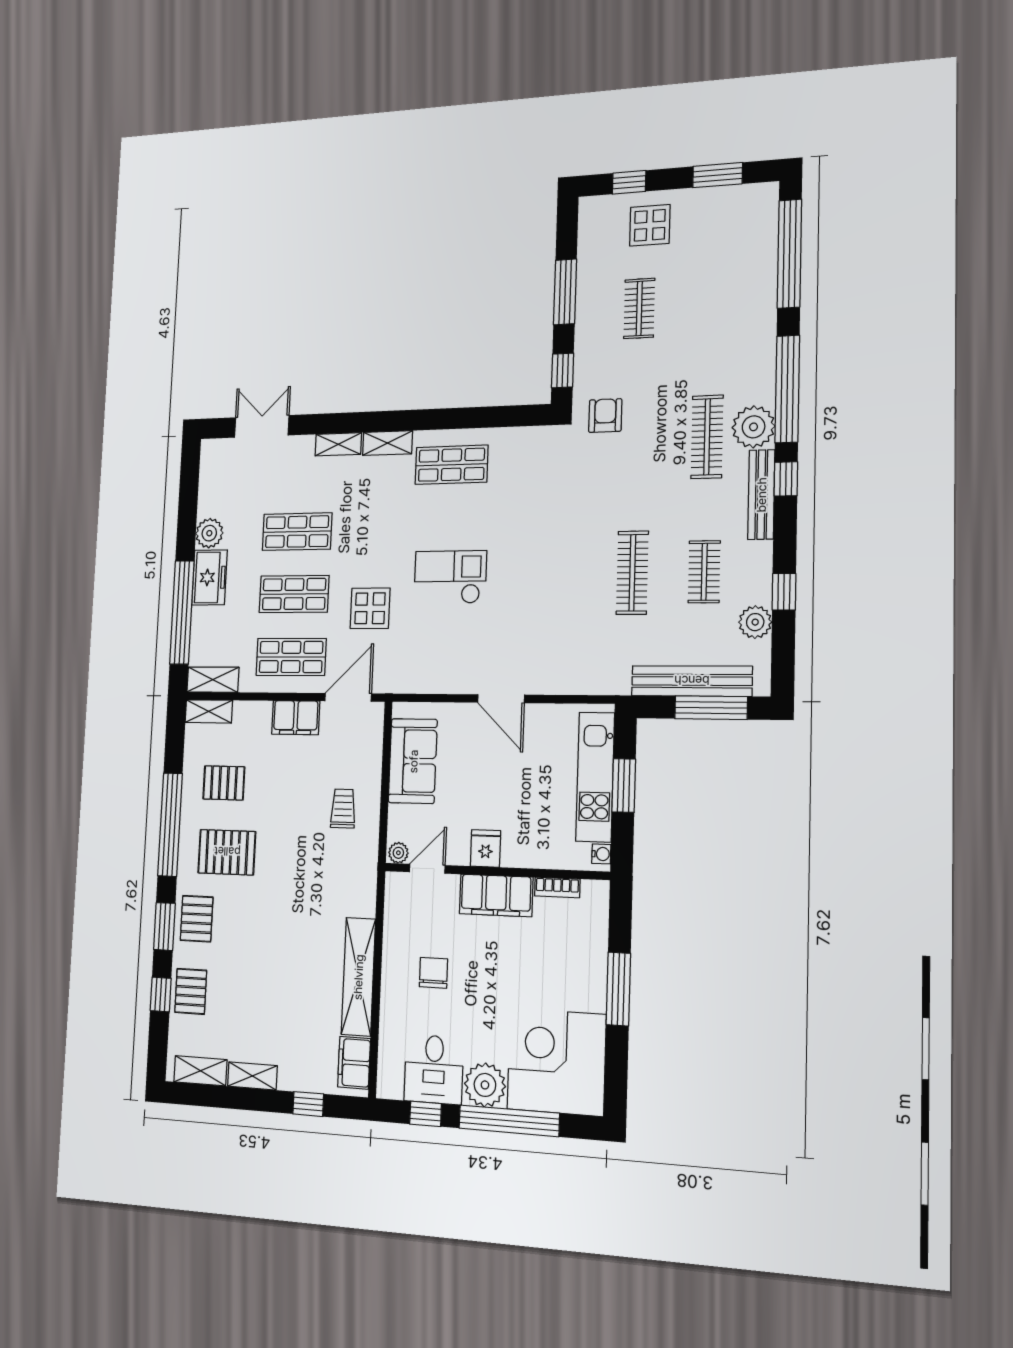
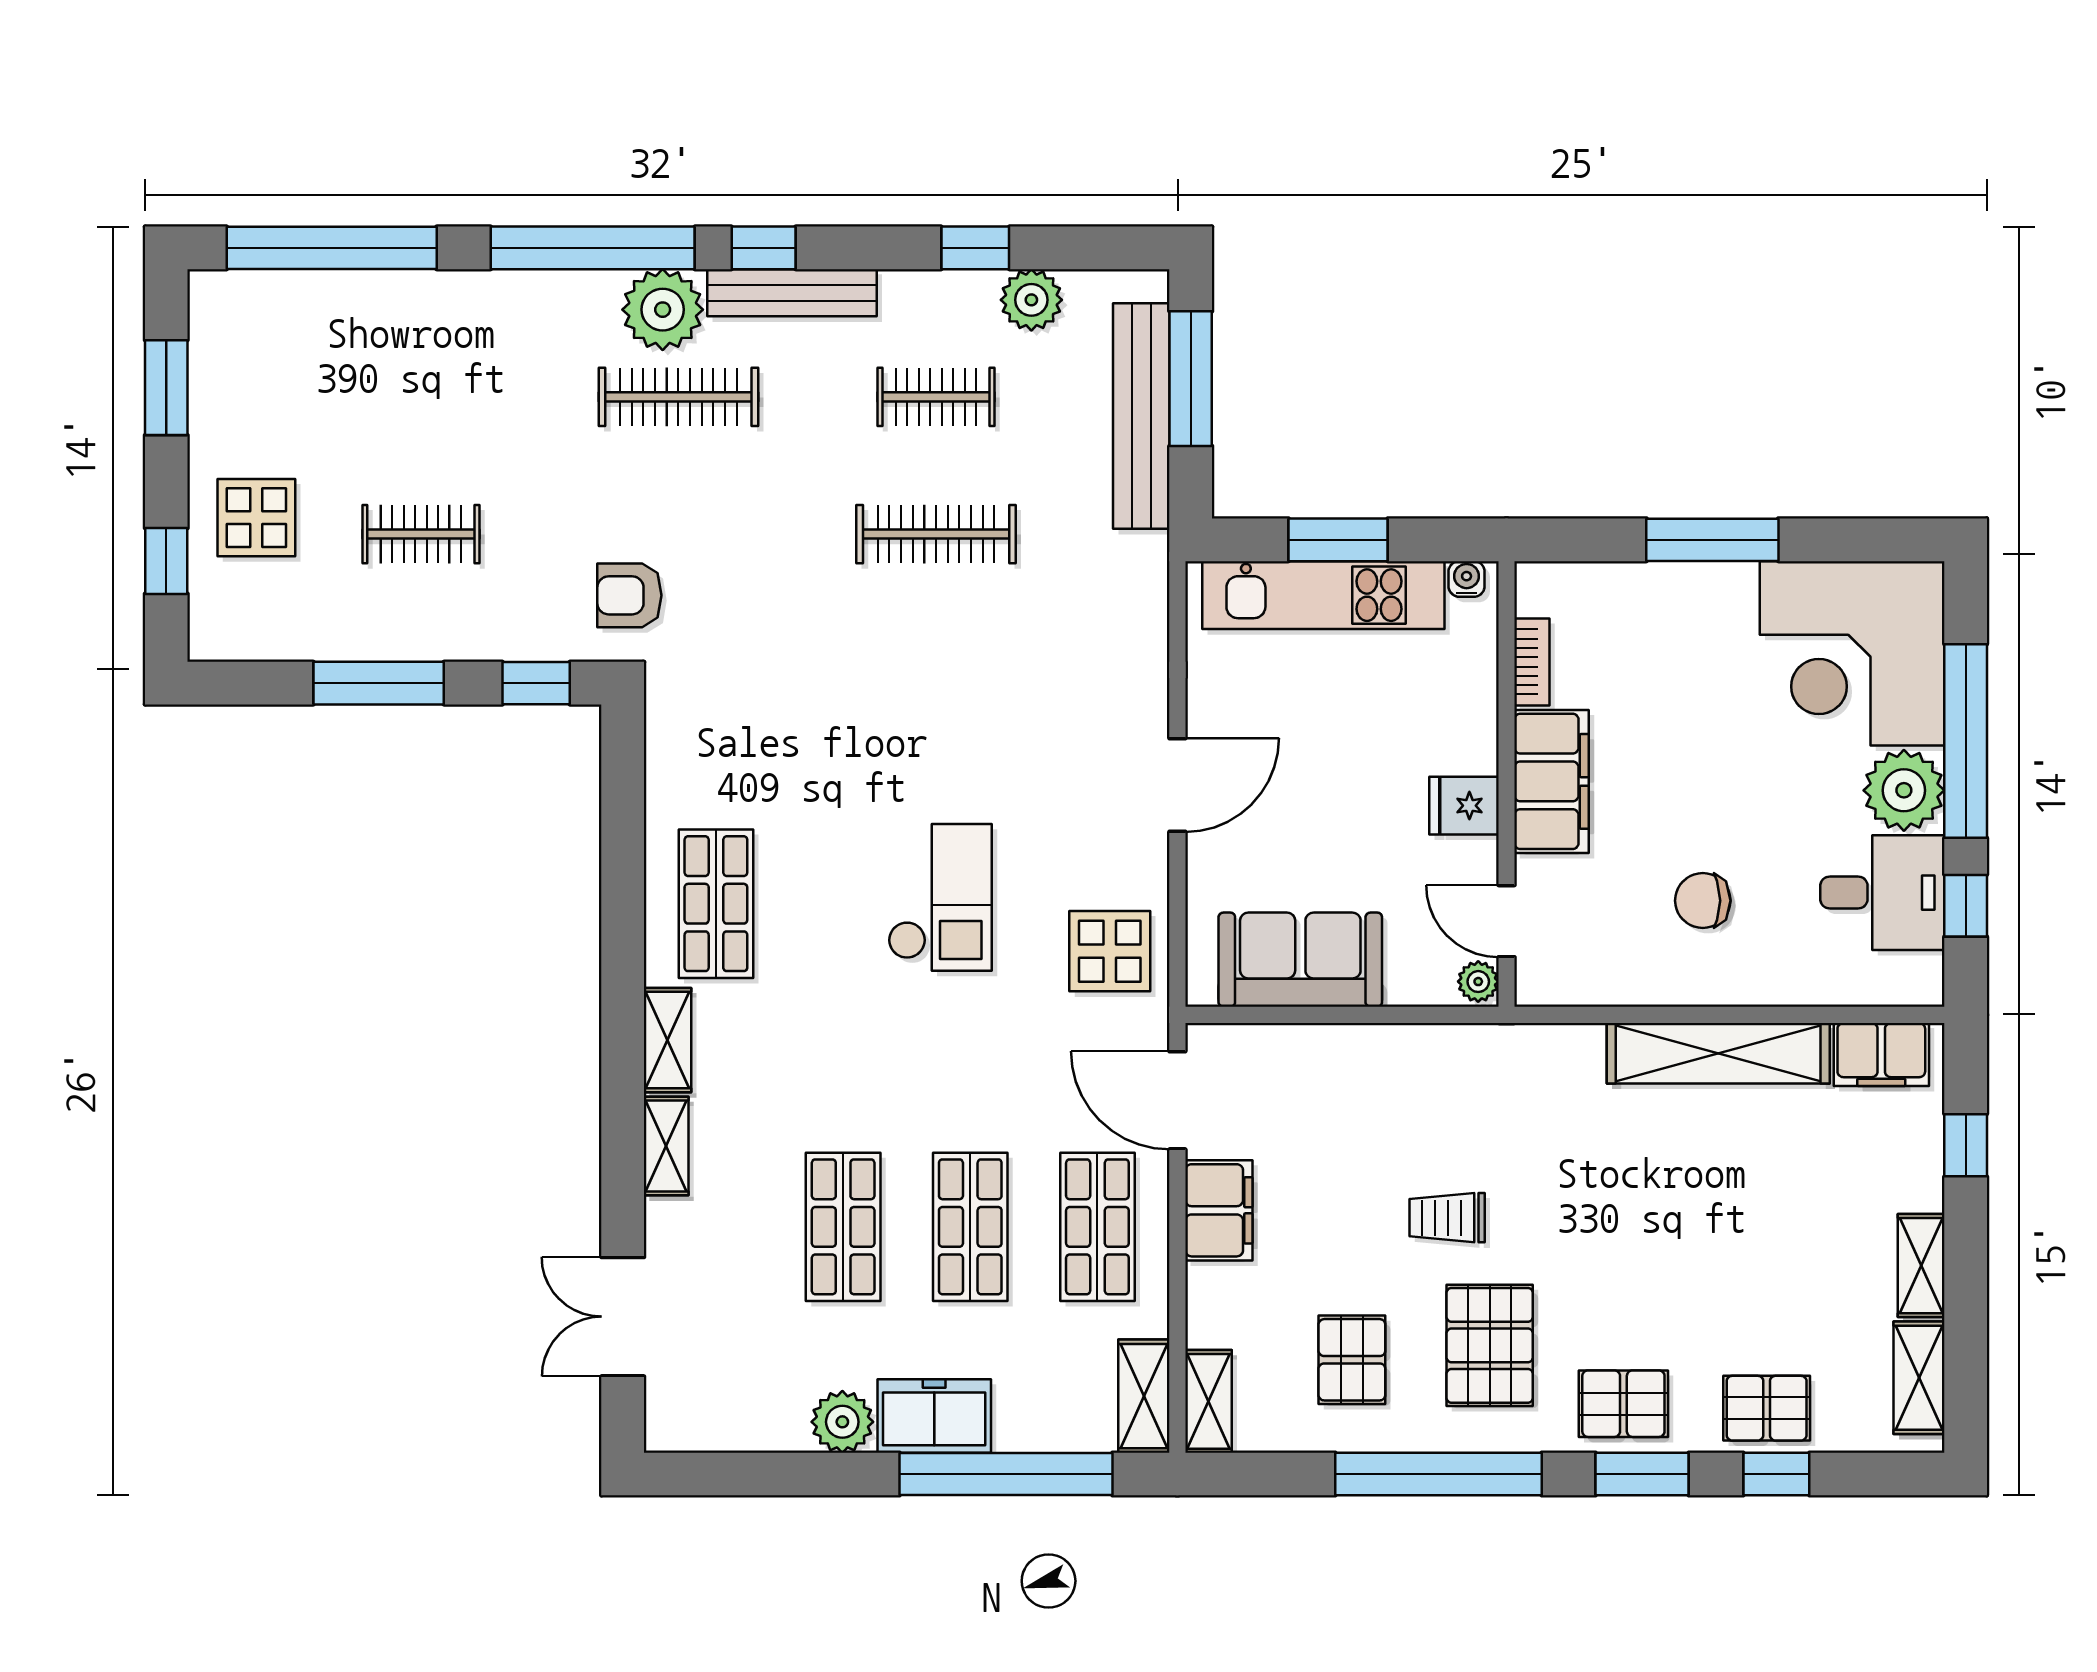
checkout: (450, 577) -> (940, 897), turned 180
display table: (370, 608) -> (1110, 951), moved
trolley: (343, 808) -> (1447, 1218), moved

